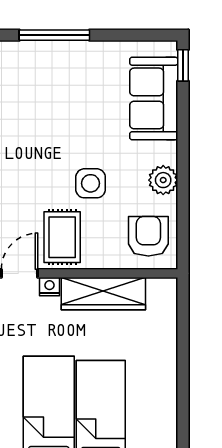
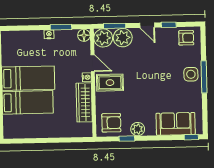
side table: (91, 183) -> (191, 74), moved
window: (183, 204) -> (127, 139), added

